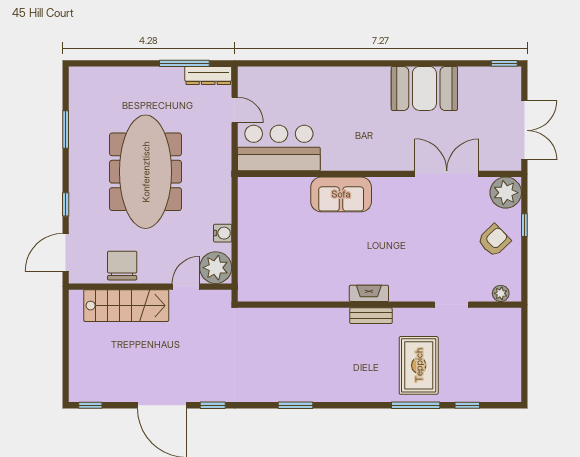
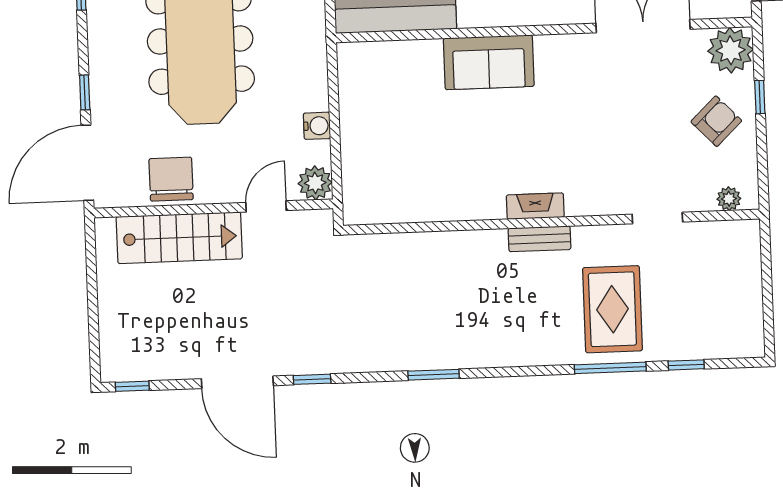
door: (66, 252) -> (87, 163), width x1.36
plant: (216, 268) -> (315, 183), width x0.73, depth x0.73

